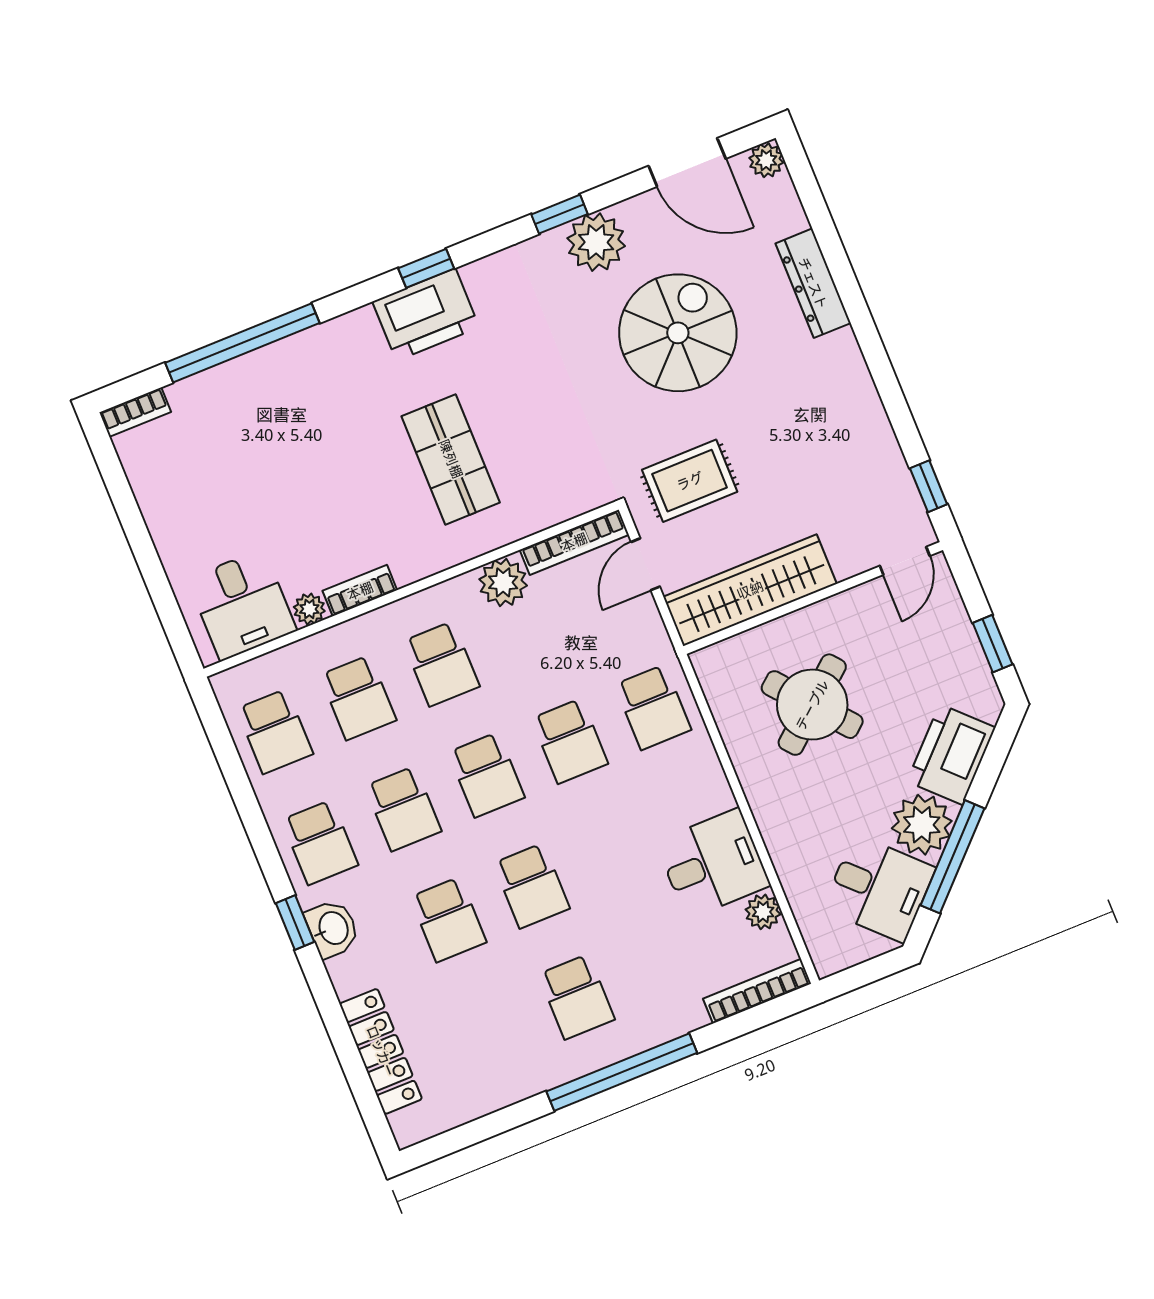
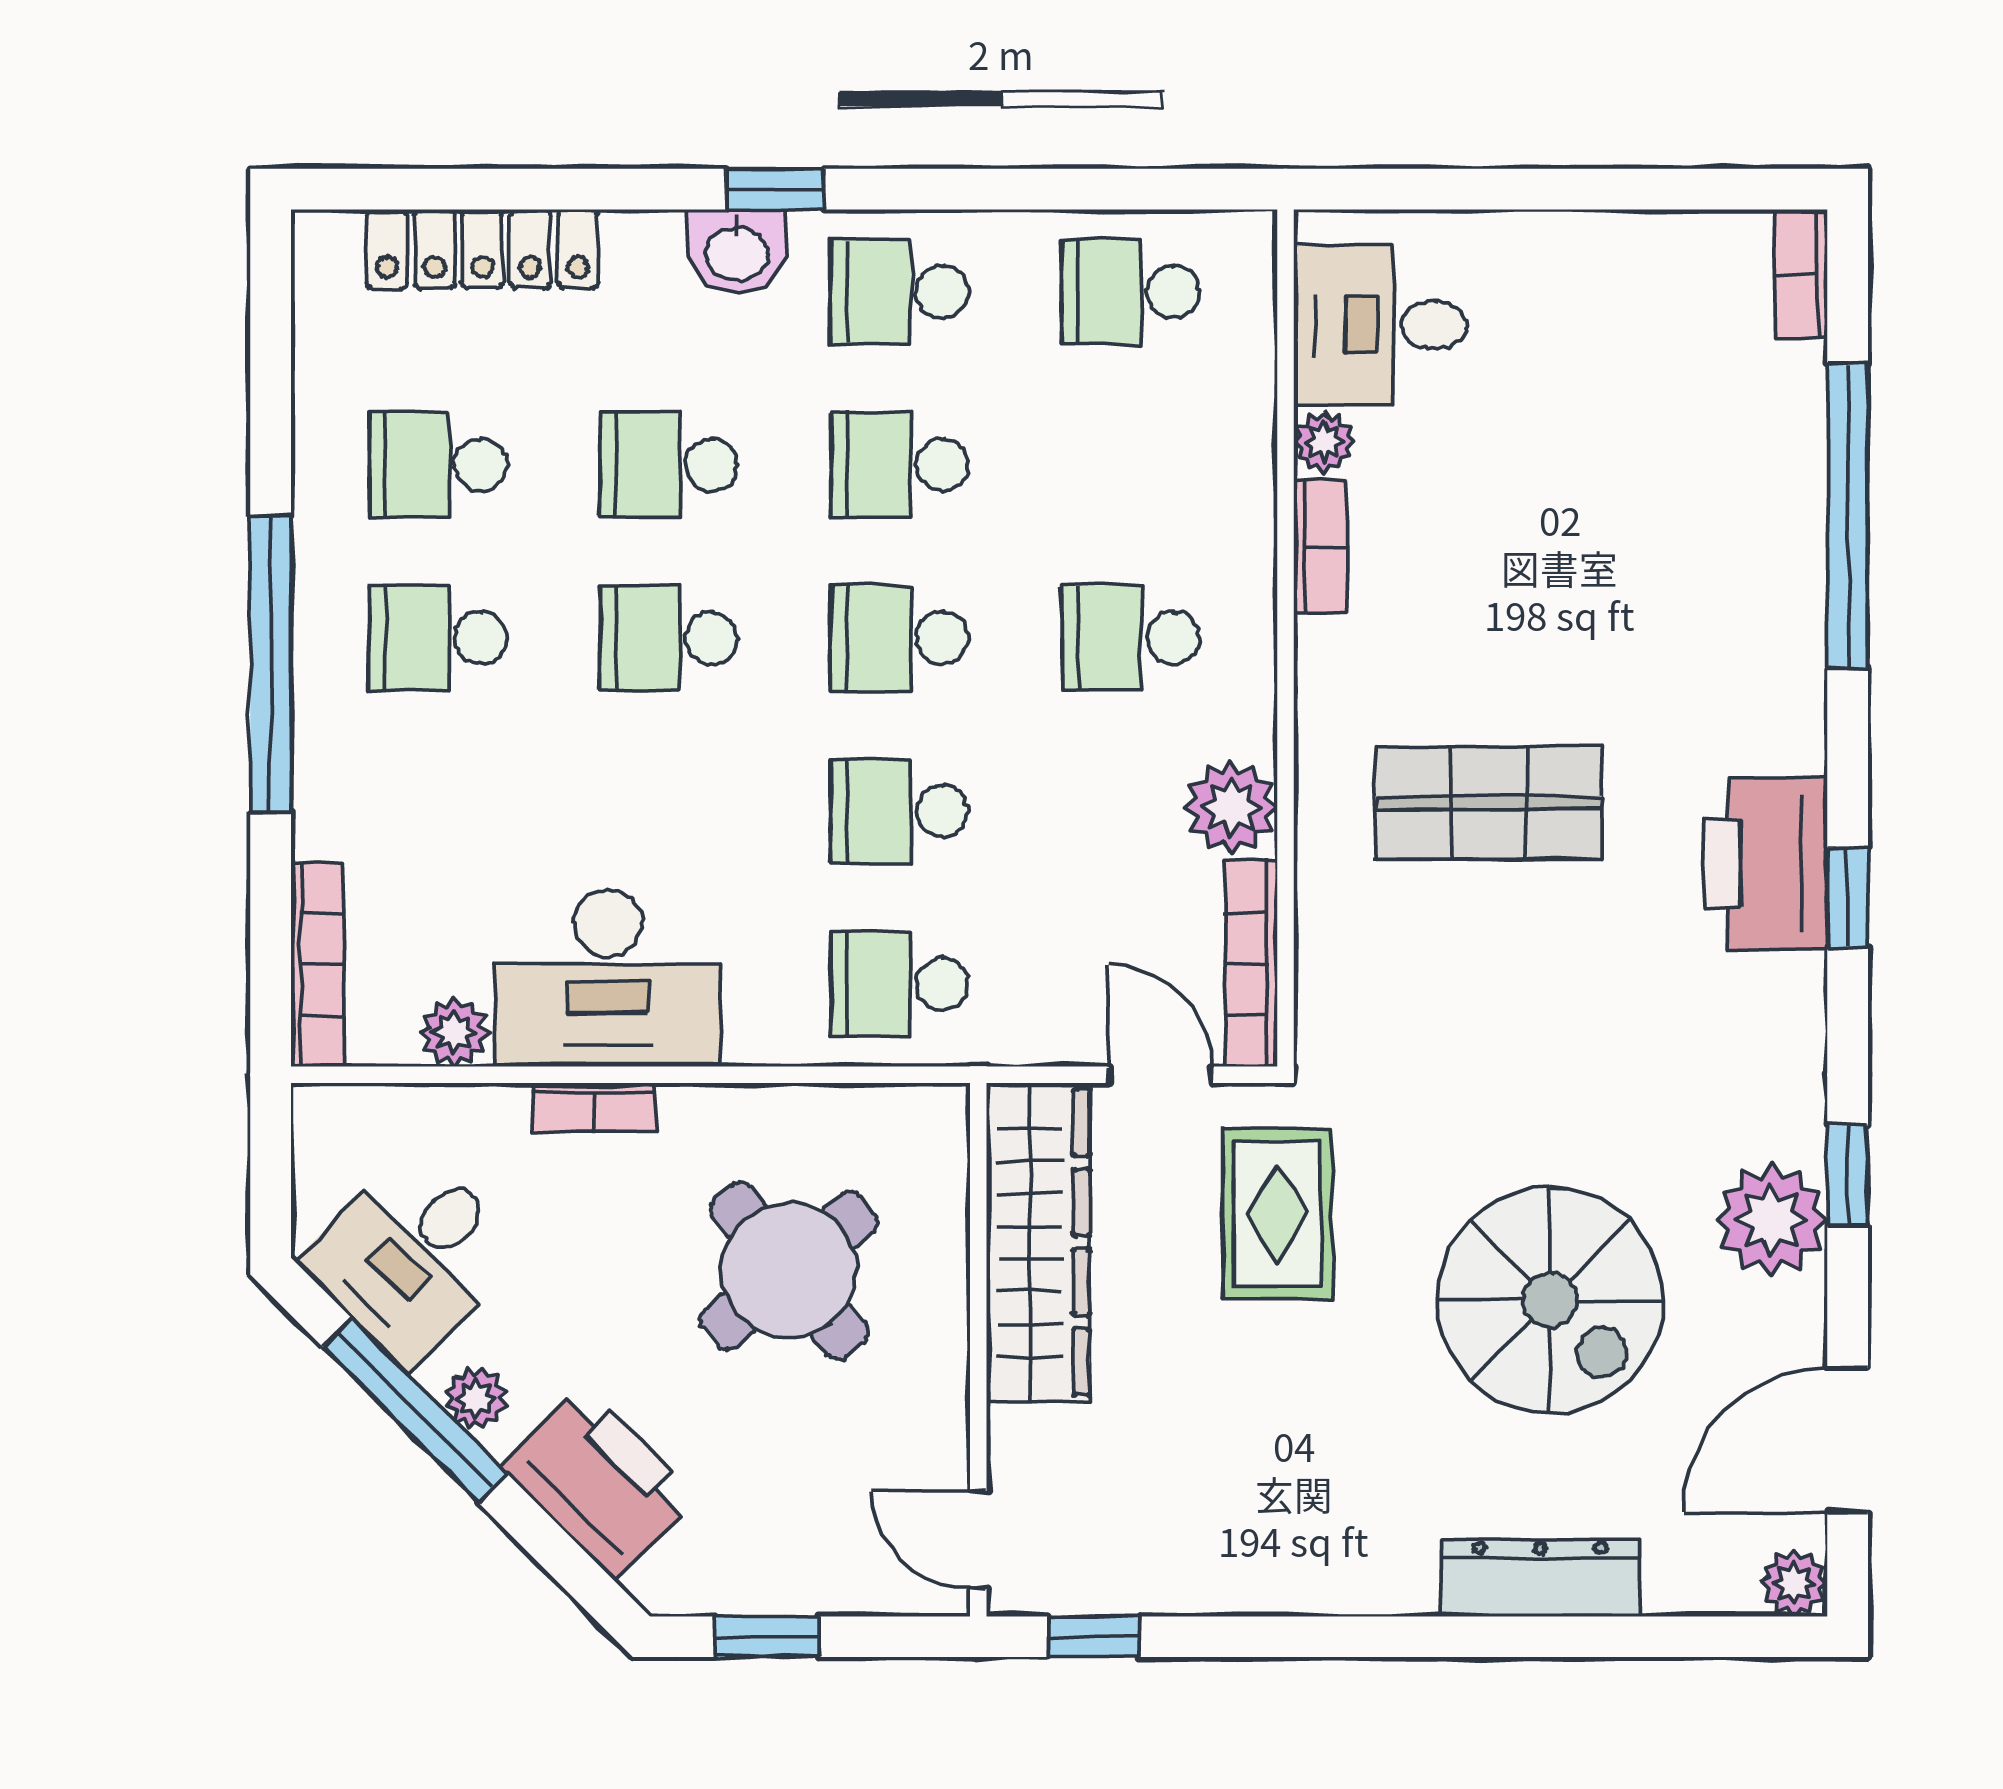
school desk: (358, 698) -> (438, 465), moved
plant: (922, 825) -> (476, 1398), width x0.53, depth x0.53
bookcase: (772, 830) -> (594, 1107), added
desk: (713, 864) -> (608, 978), width x1.37

